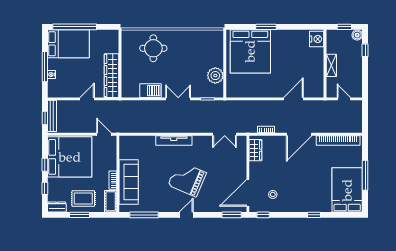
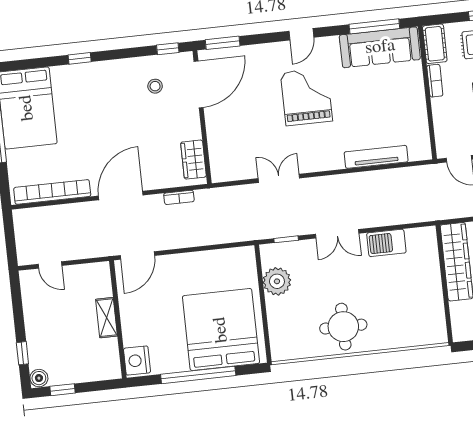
window: (266, 27) -> (198, 375), width x2.11
nightstand: (317, 39) -> (137, 361), moved
round table: (153, 48) -> (343, 327), moved
wall: (325, 64) -> (118, 319), moved
shelving: (331, 65) -> (107, 318), moved
double door: (225, 134) -> (279, 178), moved
tv unit: (174, 140) -> (376, 157), moved
grand piano: (187, 179) -> (306, 97), turned -113
sofa: (129, 182) -> (380, 47), moved, turned -90

